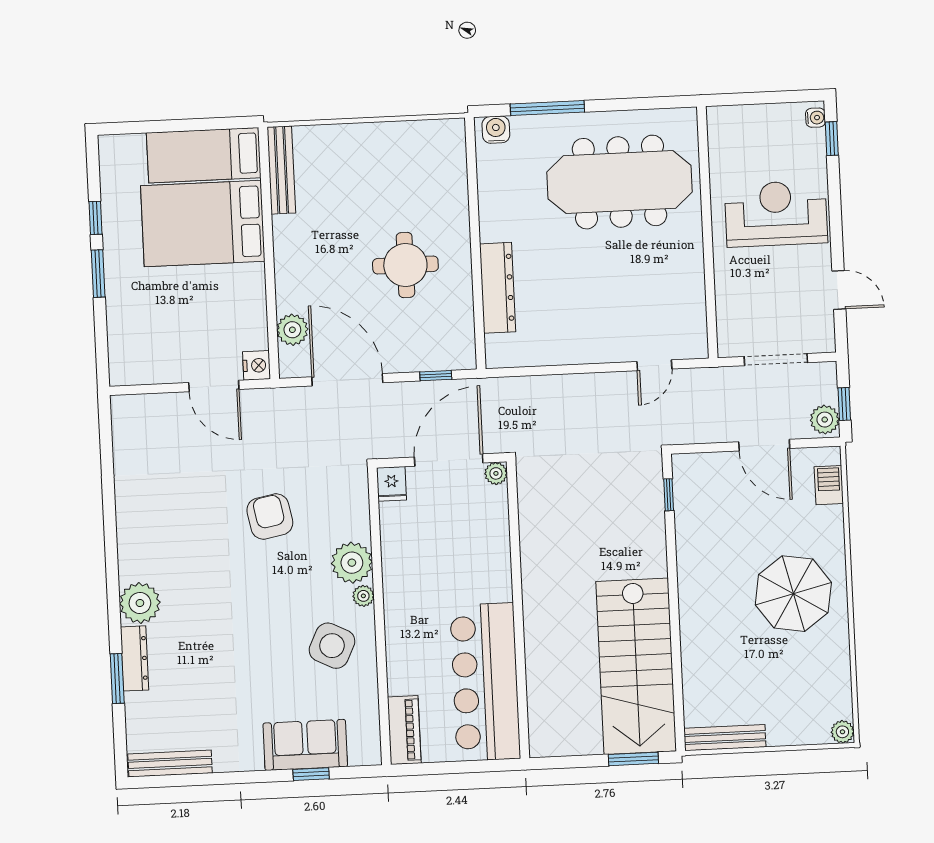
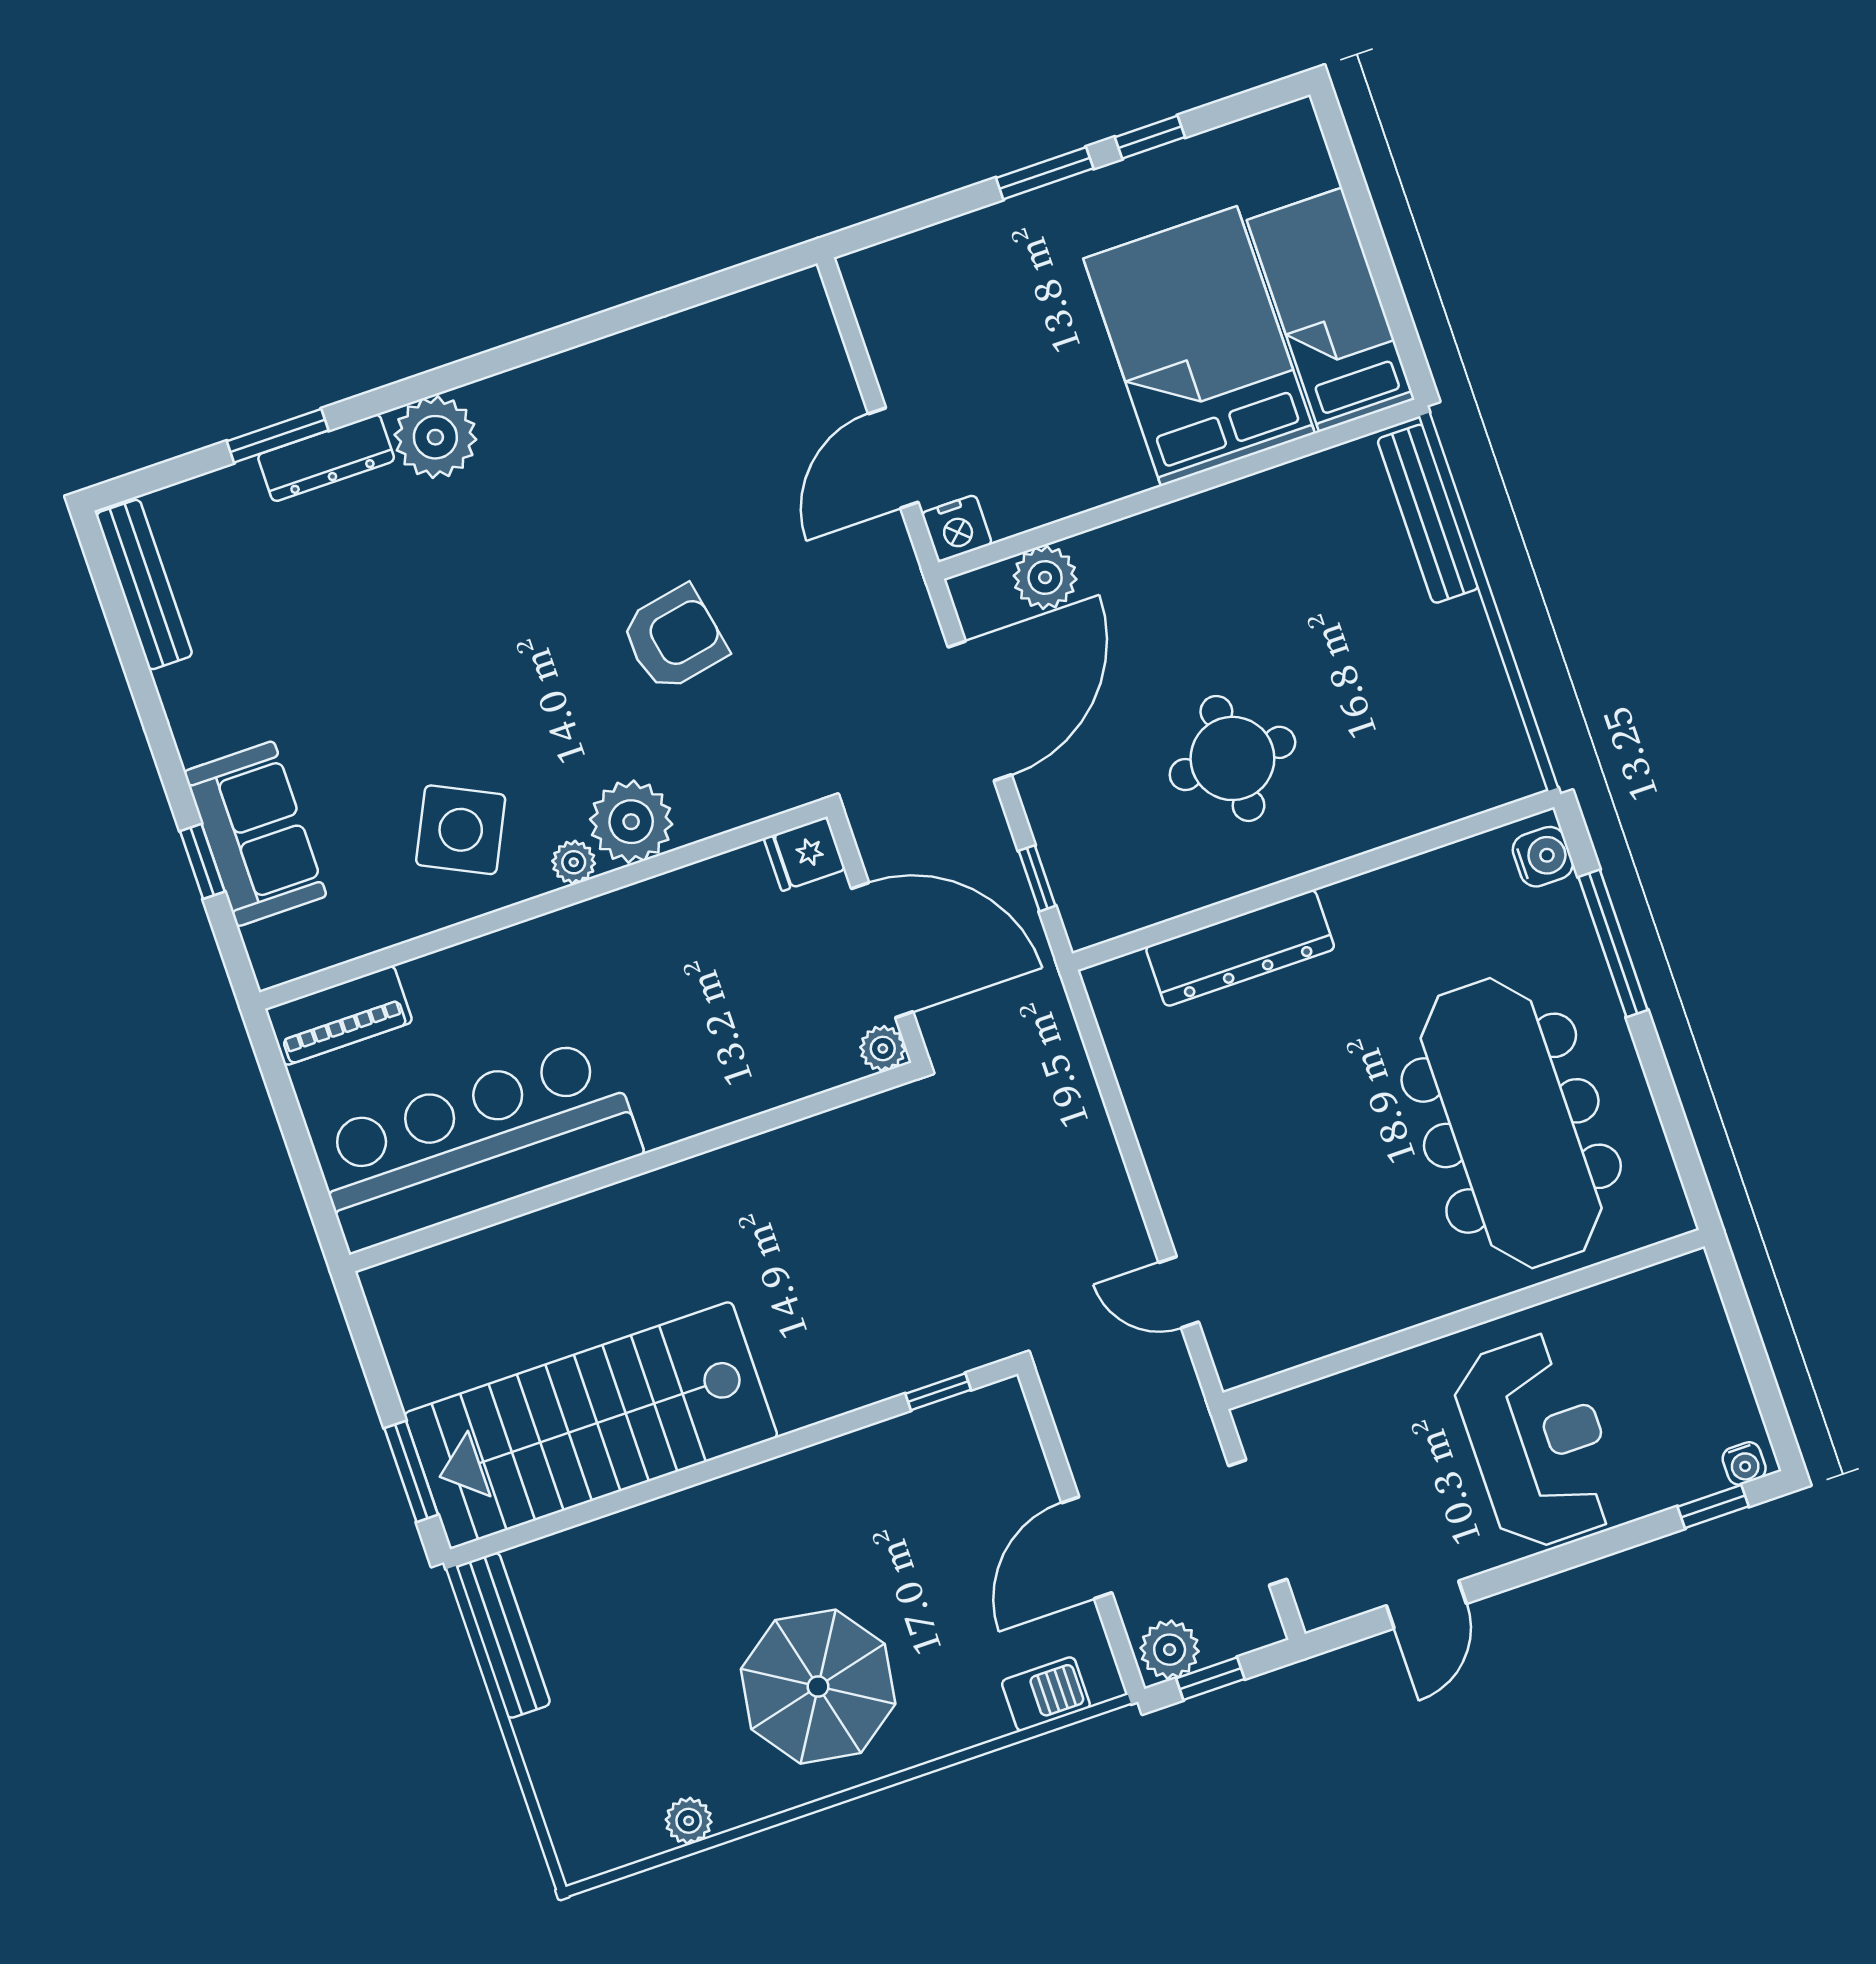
bench: (281, 170) -> (1428, 514), moved, turned 90
plant: (842, 732) -> (689, 1821), moved

